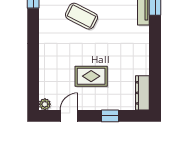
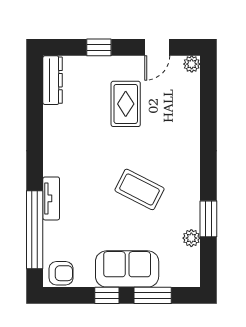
rug: (91, 76) -> (126, 104), turned 90

